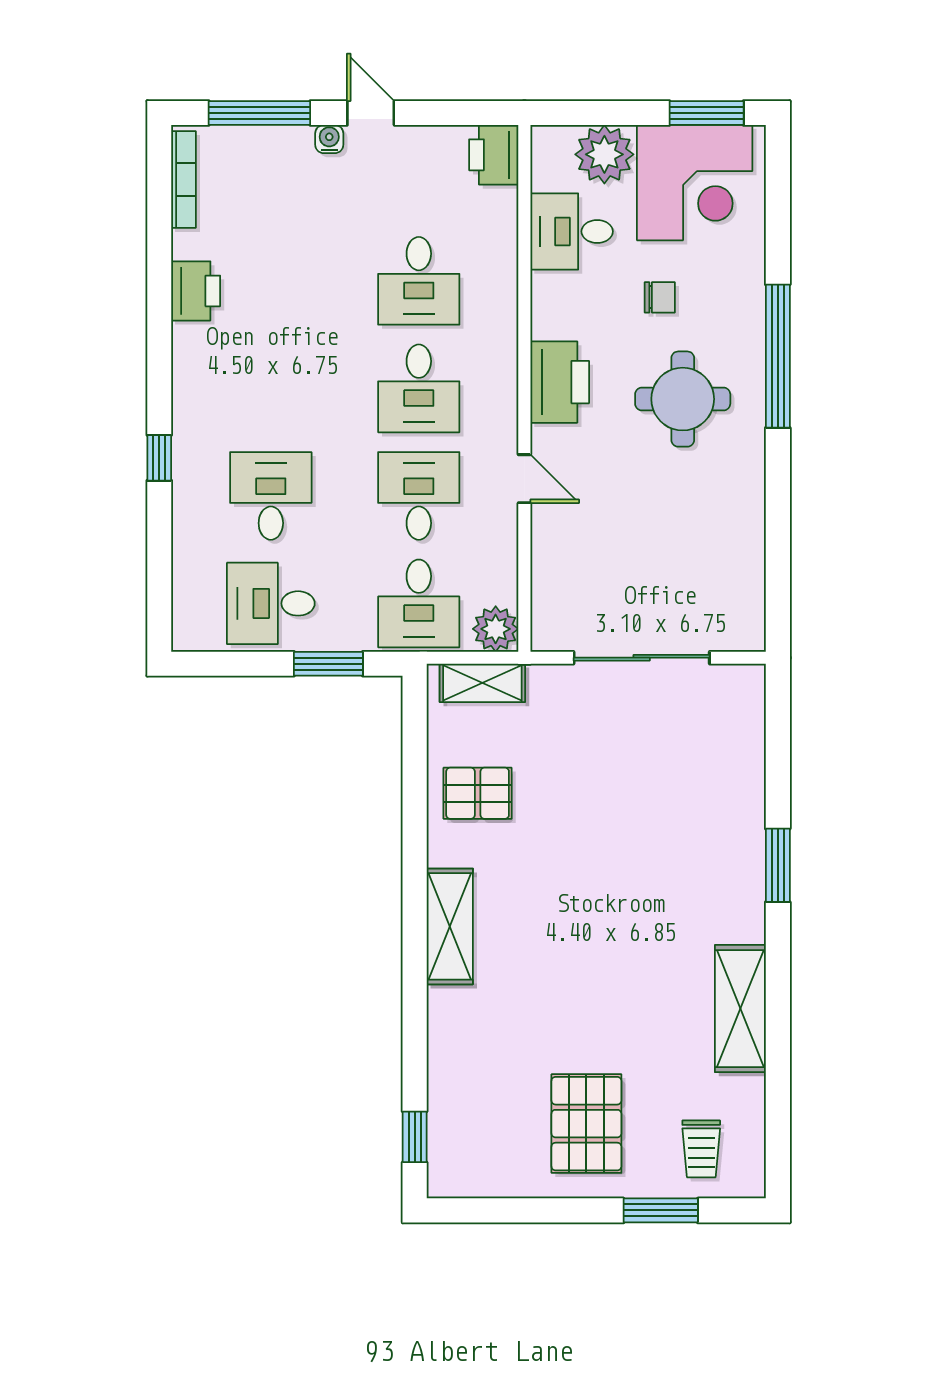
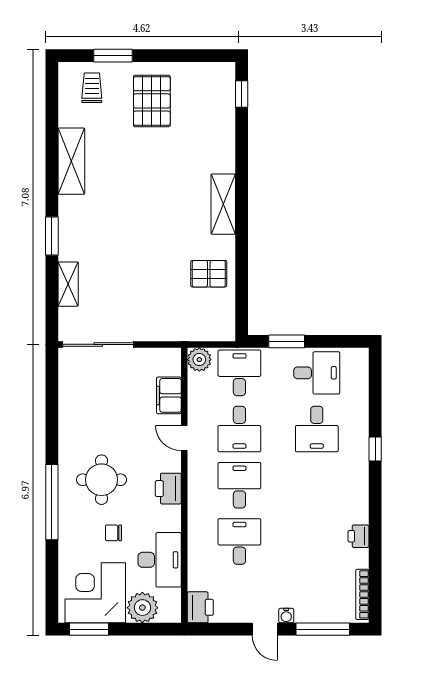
desk: (572, 231) -> (160, 560), width x1.37
printer: (196, 291) -> (359, 536), width x0.73, depth x0.81
printer: (560, 382) -> (168, 489), width x0.73, depth x0.84
filing cabinet: (554, 560) -> (169, 395), added
sliding door: (642, 658) -> (98, 344), moved
shelving: (482, 683) -> (68, 284), moved, turned 90

